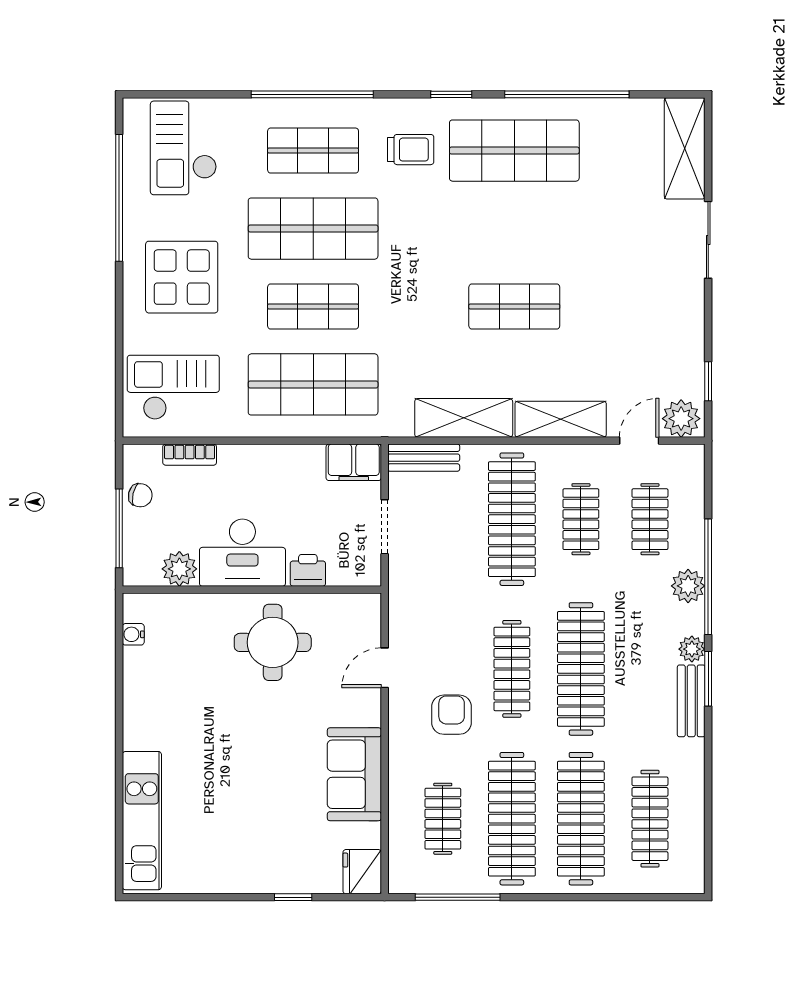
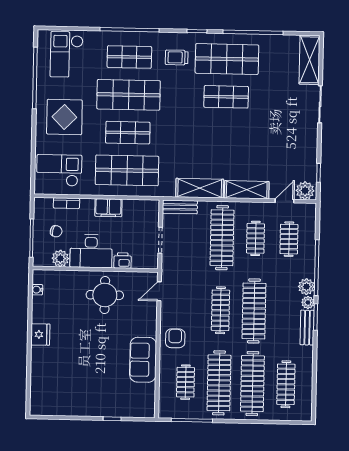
trolley: (411, 150) -> (177, 57), turned 180
shop shelf: (514, 307) -> (226, 97), moved
filing cabinet: (354, 462) -> (108, 208), moved
chair: (140, 495) -> (56, 231), moved
plant: (688, 586) -> (306, 287), moved
door: (385, 668) -> (159, 291), moved
armchair: (452, 715) -> (175, 338), moved
kitchen unit: (142, 821) -> (40, 380), removed
fridge: (362, 872) -> (40, 334), moved, turned 180

